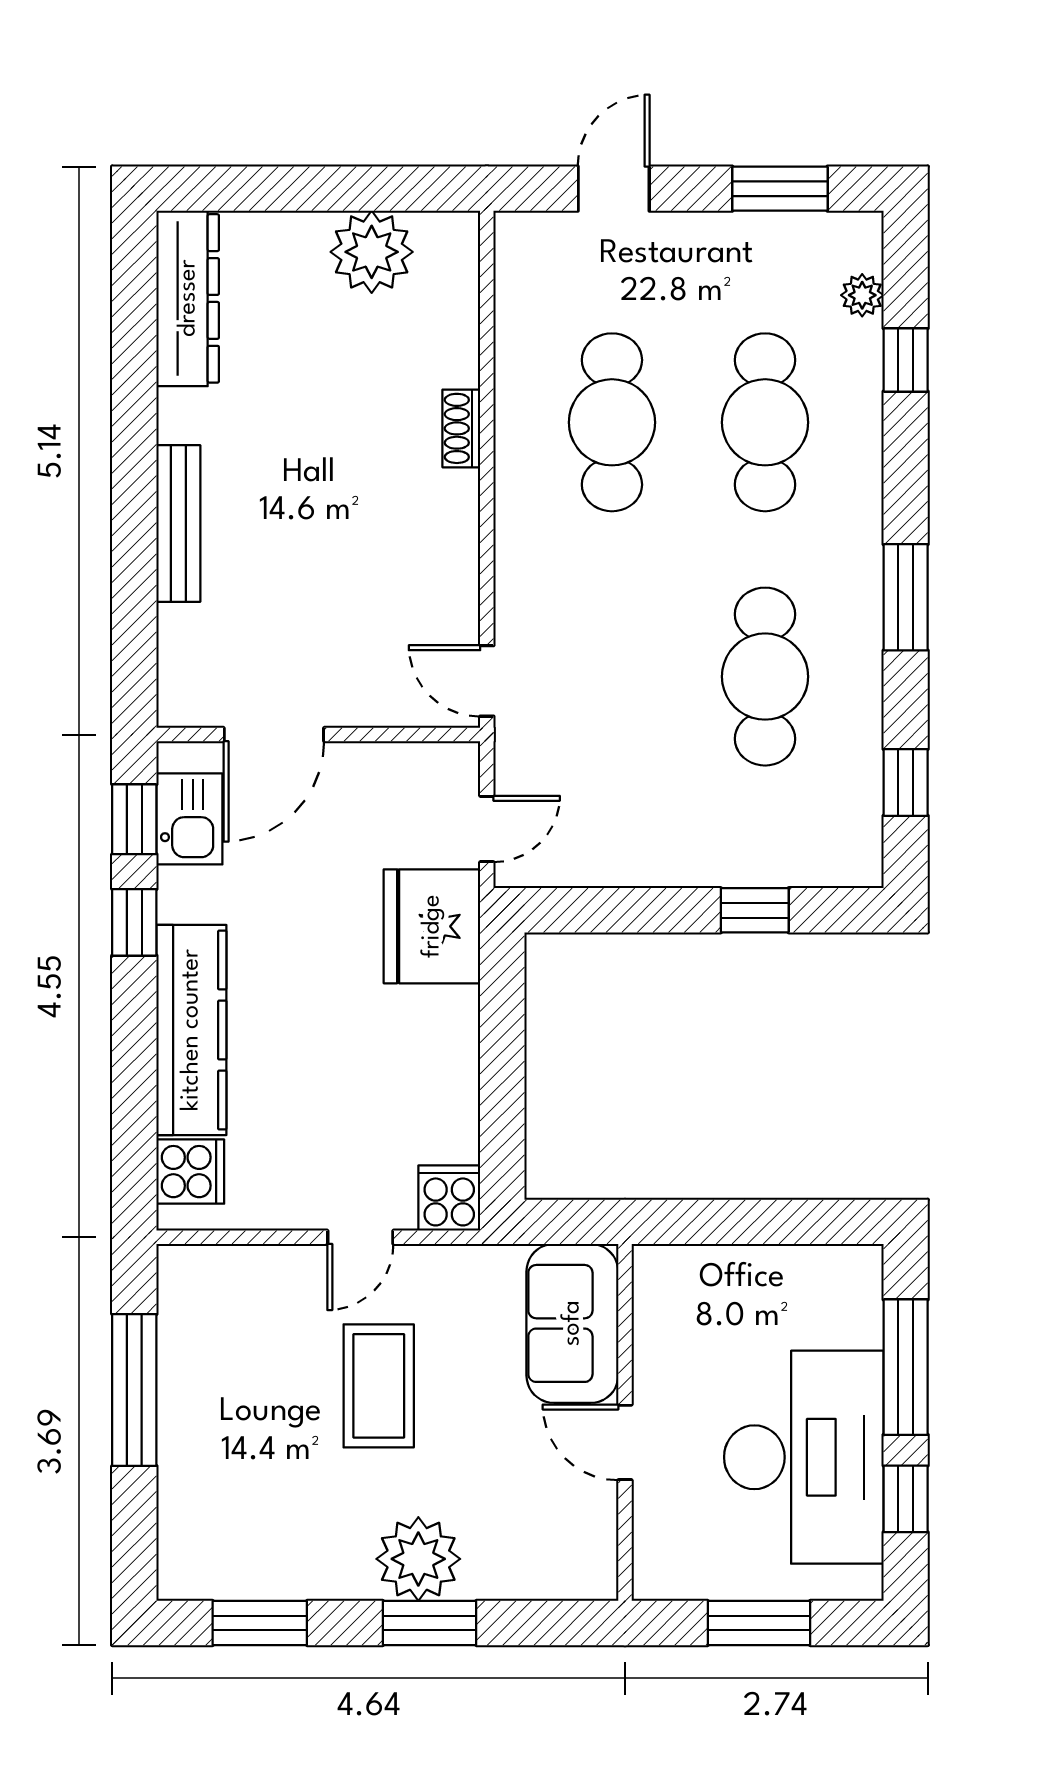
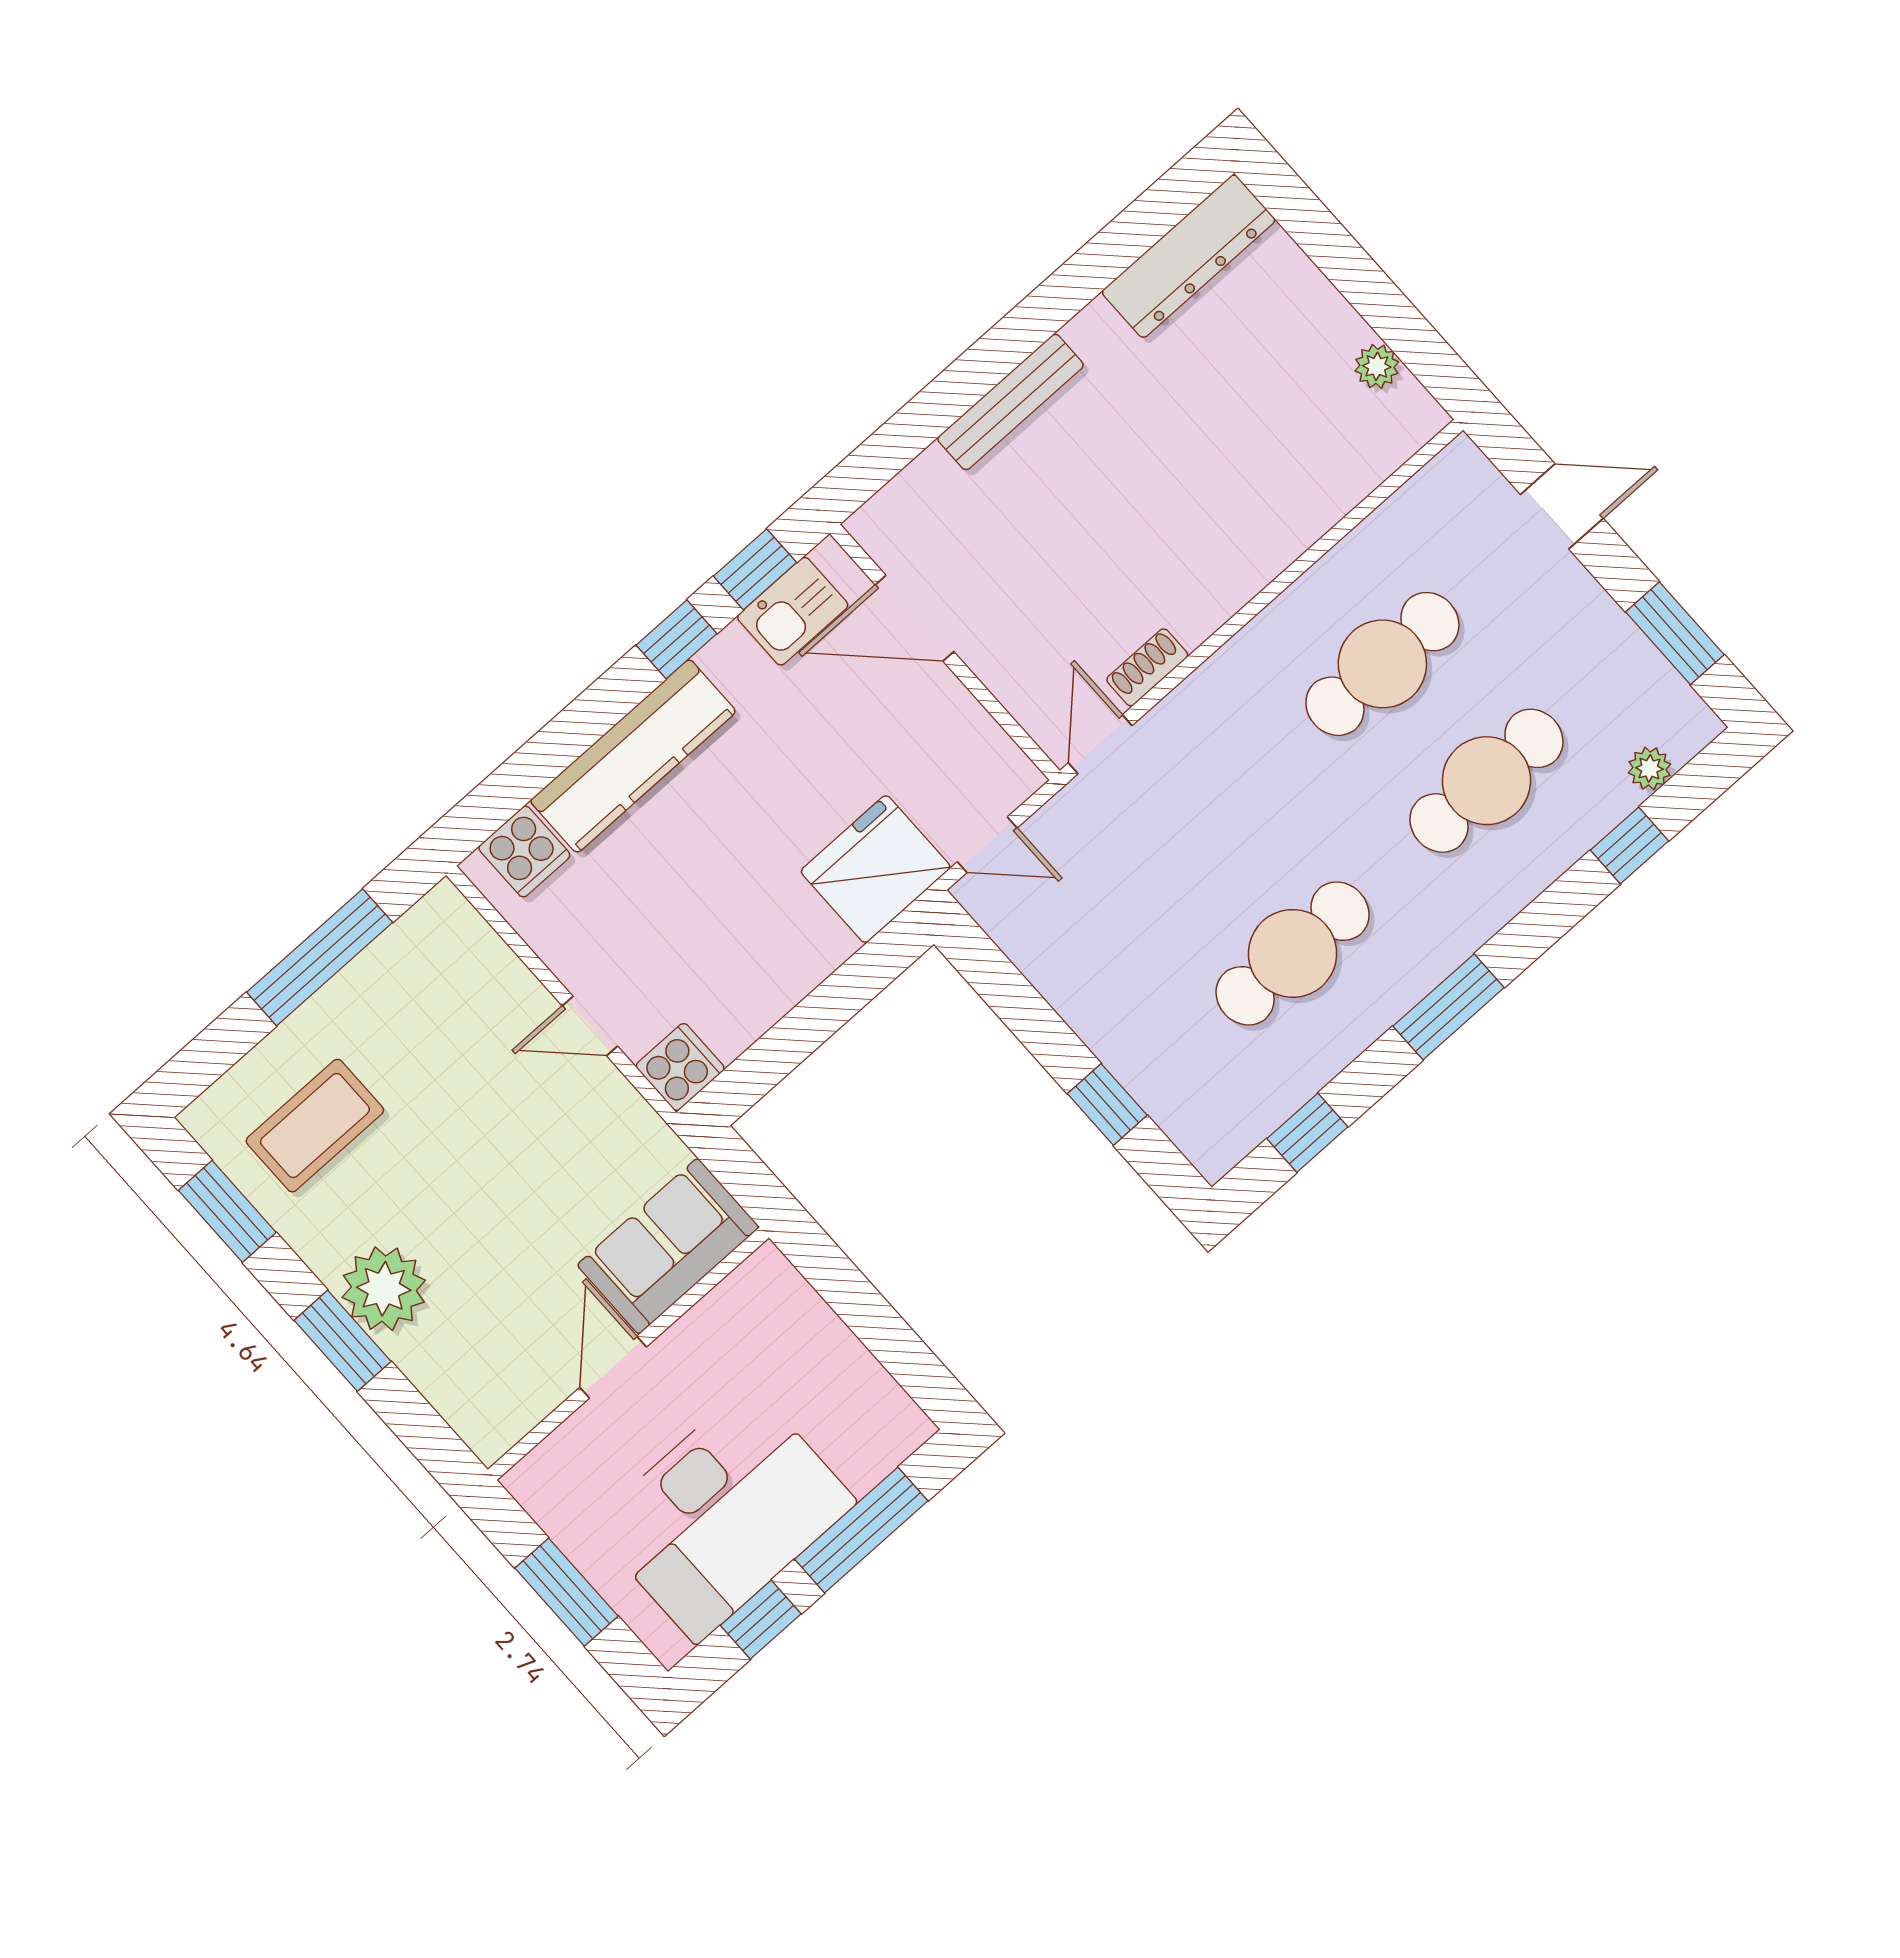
plant: (372, 252) -> (1377, 366), width x0.53, depth x0.53
shoe rack: (461, 428) -> (1147, 667), moved
coffee table: (379, 1386) -> (315, 1126), moved

